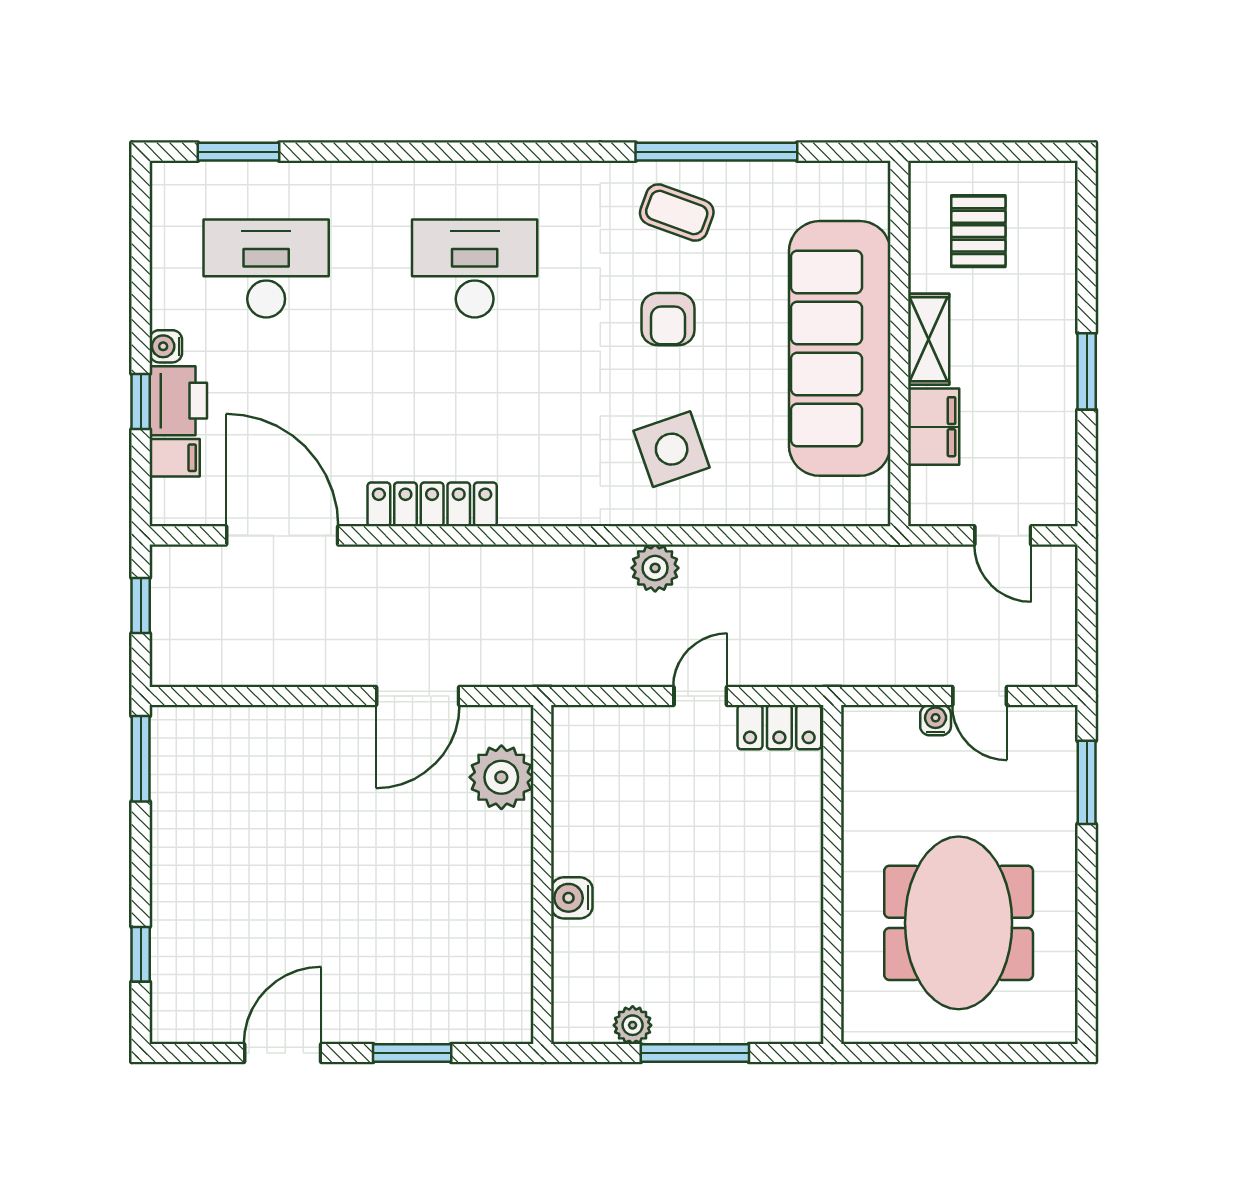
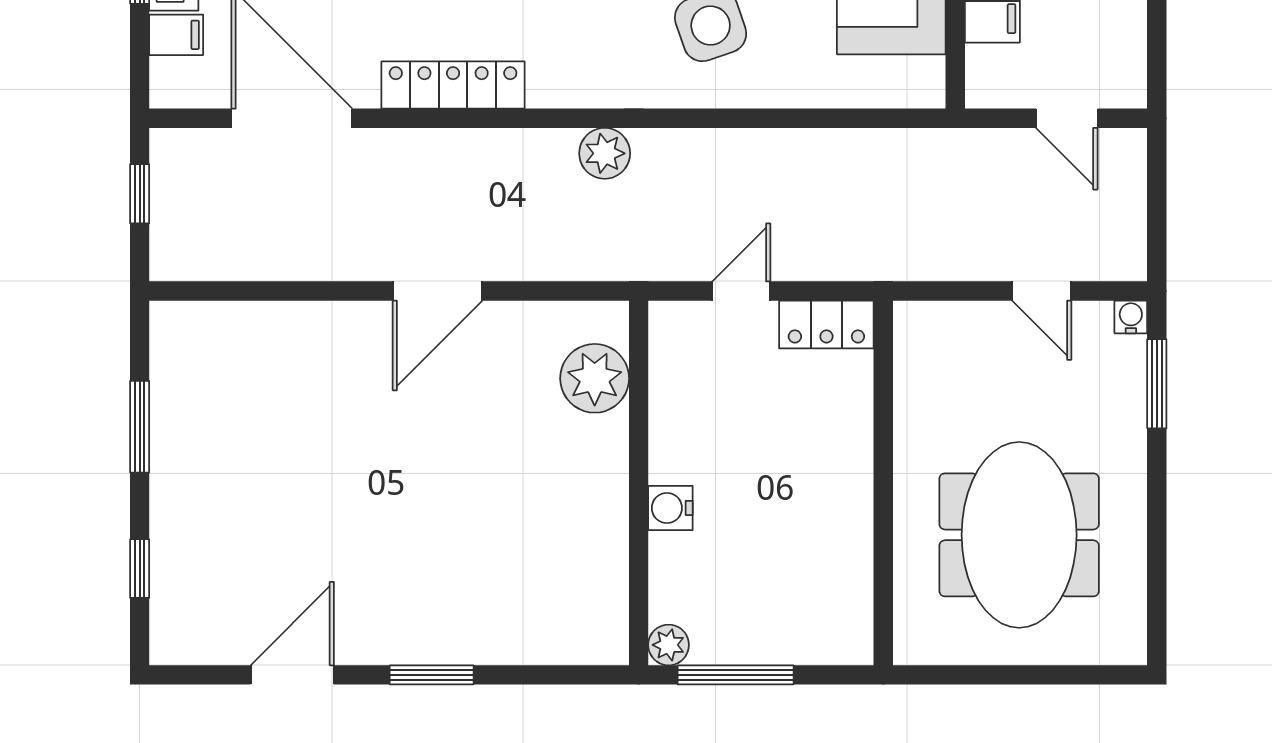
plant: (655, 568) -> (605, 153), moved
water cooler: (936, 720) -> (1131, 317), moved
window: (141, 759) -> (140, 427), moved
plant: (501, 777) -> (595, 378), moved
wall: (542, 875) -> (639, 483), moved
water cooler: (572, 898) -> (670, 508), moved

